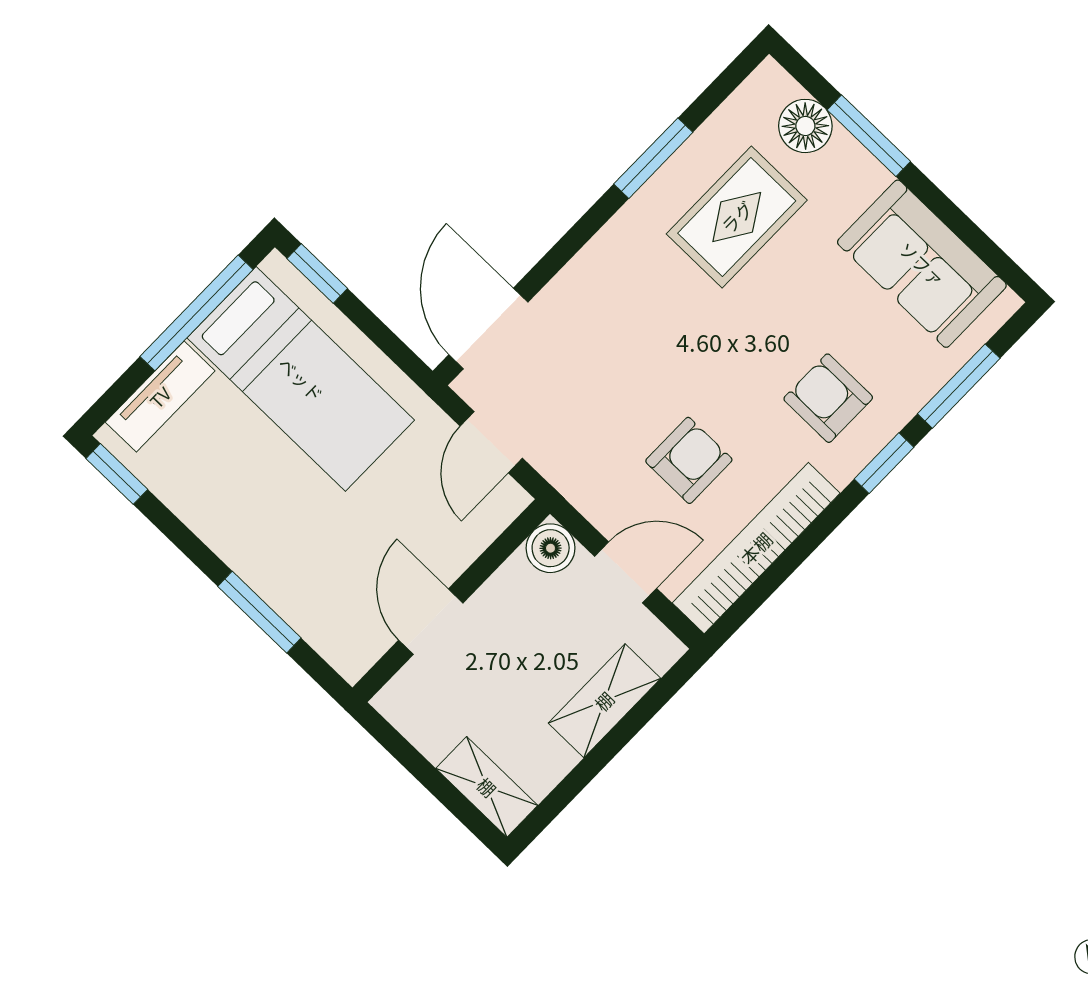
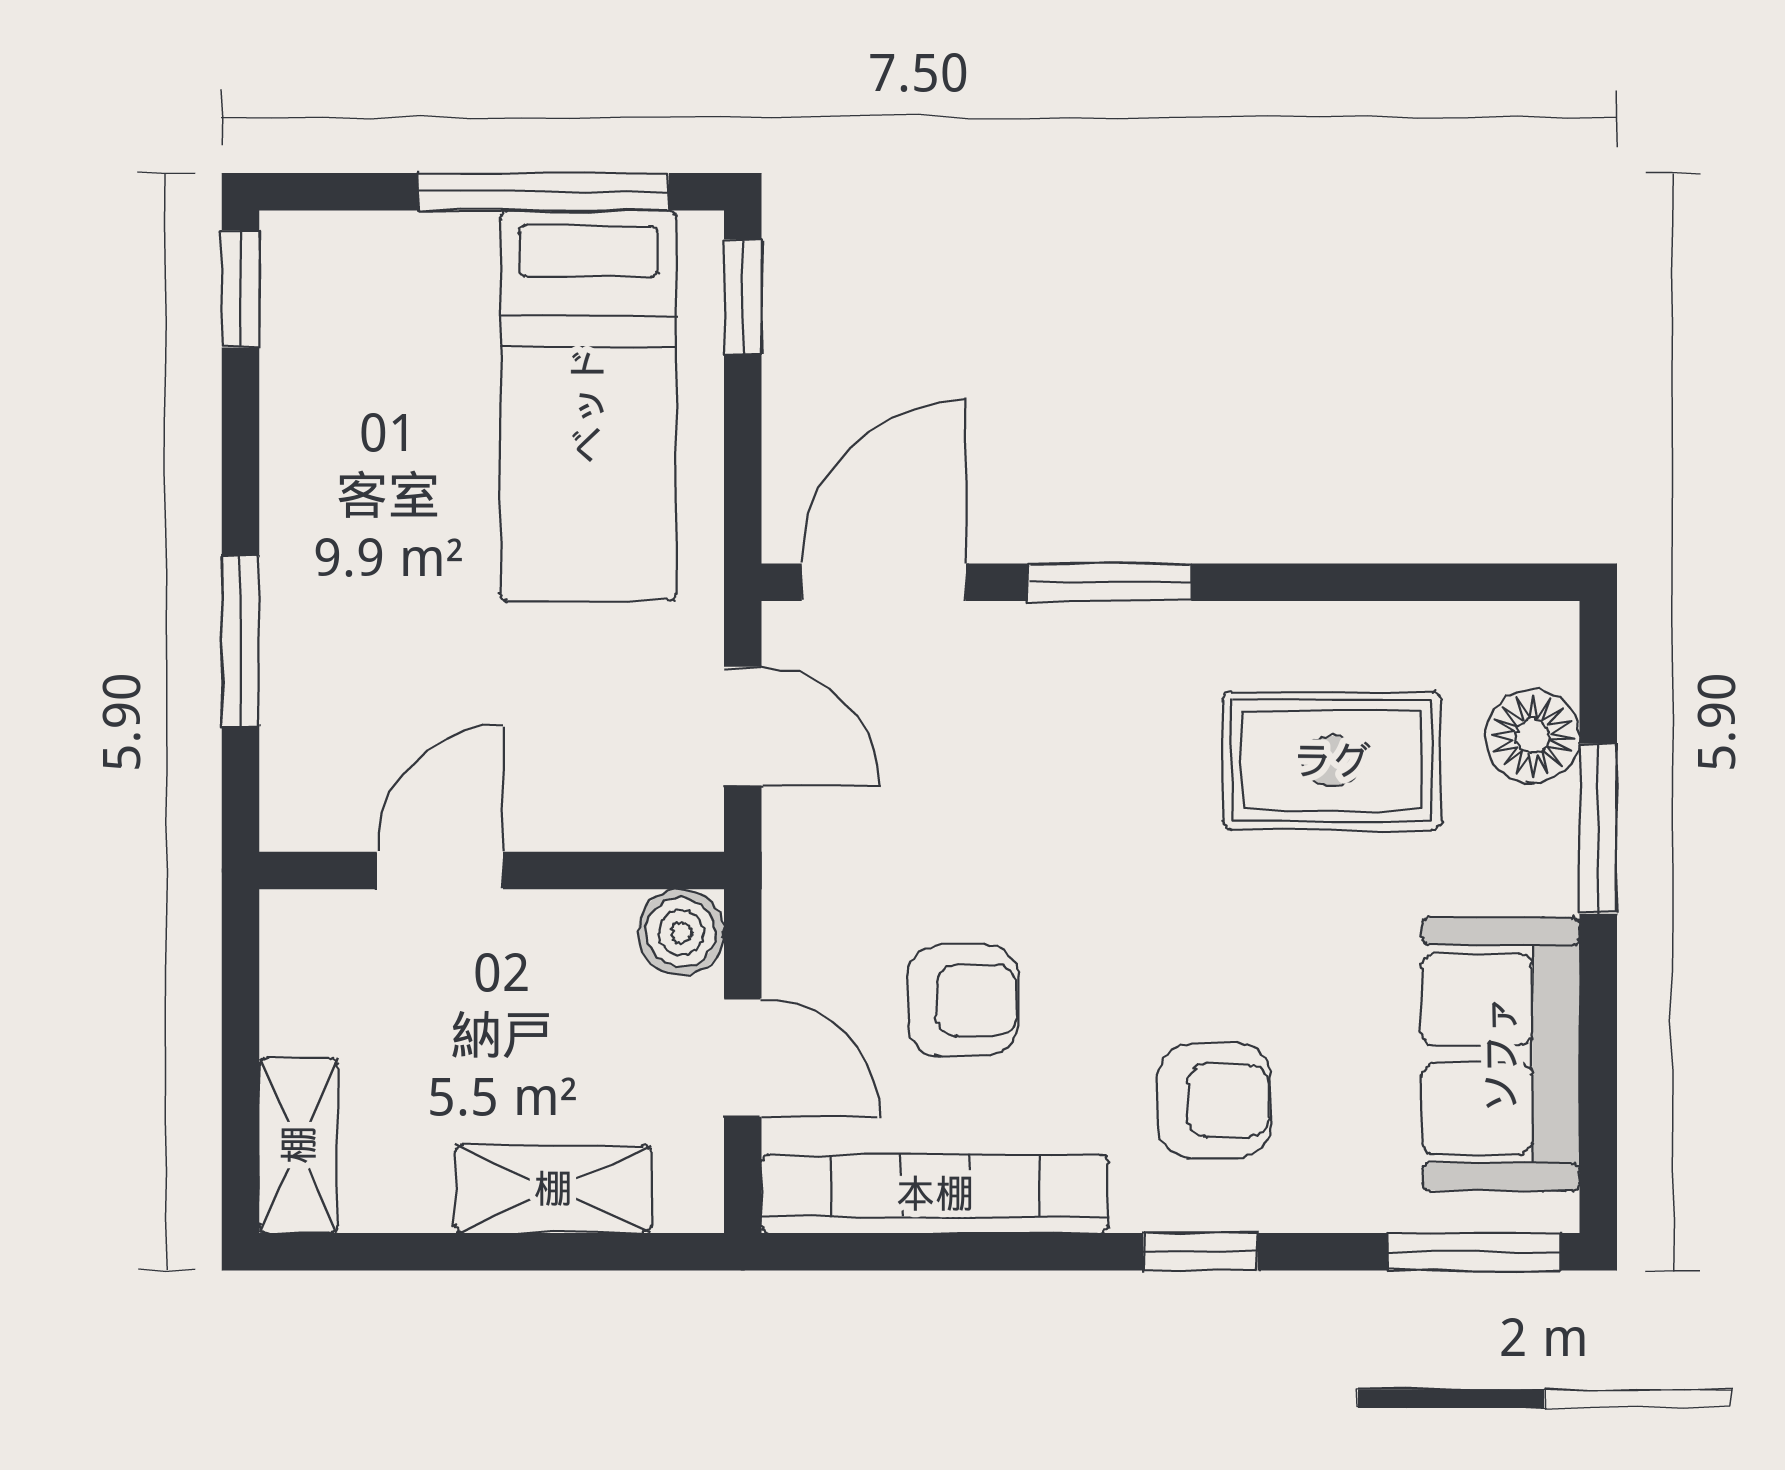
window: (653, 158) -> (1110, 582), moved
window: (959, 386) -> (1474, 1252), moved
tv unit: (160, 397) -> (393, 249), removed
armchair: (828, 398) -> (1214, 1101), turned 90
door: (491, 442) -> (743, 726), swing flipped

